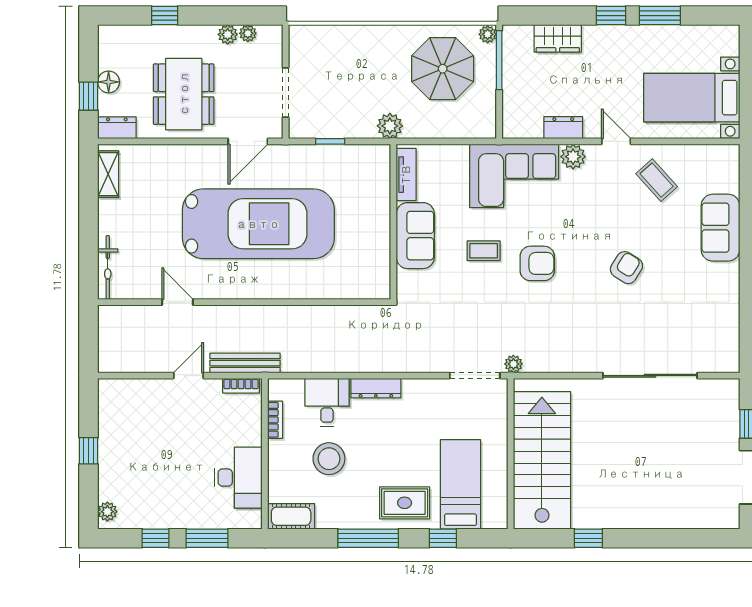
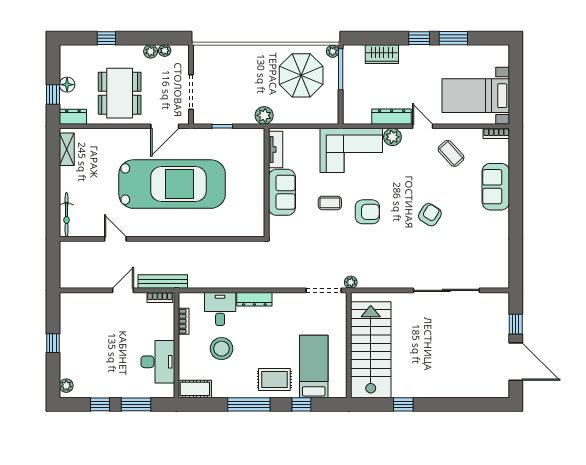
dresser: (563, 128) -> (392, 117), width x1.44
bookcase: (721, 152) -> (496, 133), added

